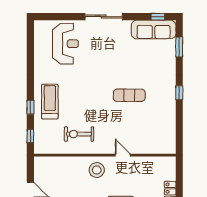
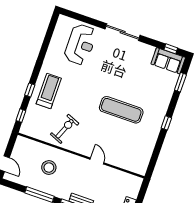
sofa: (154, 30) -> (168, 61), width x0.73
exercise mat: (129, 95) -> (121, 110), width x1.36, depth x1.45
exercise bike: (79, 134) -> (65, 129), turned 113
stool: (97, 170) -> (49, 168), moved

